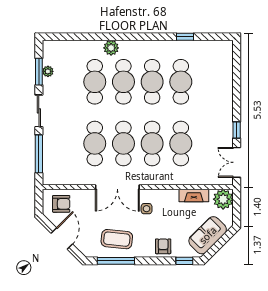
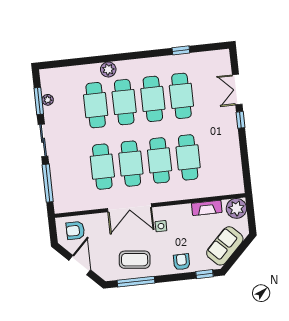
window: (237, 130) -> (240, 120), moved
double door: (237, 162) -> (237, 90), moved
armchair: (61, 204) -> (75, 231), turned 180

